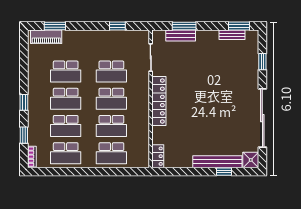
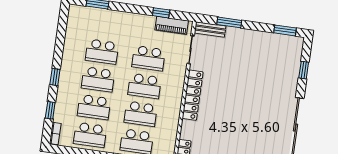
bench: (181, 35) -> (210, 29), moved
bench: (232, 35) -> (277, 38), removed
piano: (46, 37) -> (172, 25), moved

